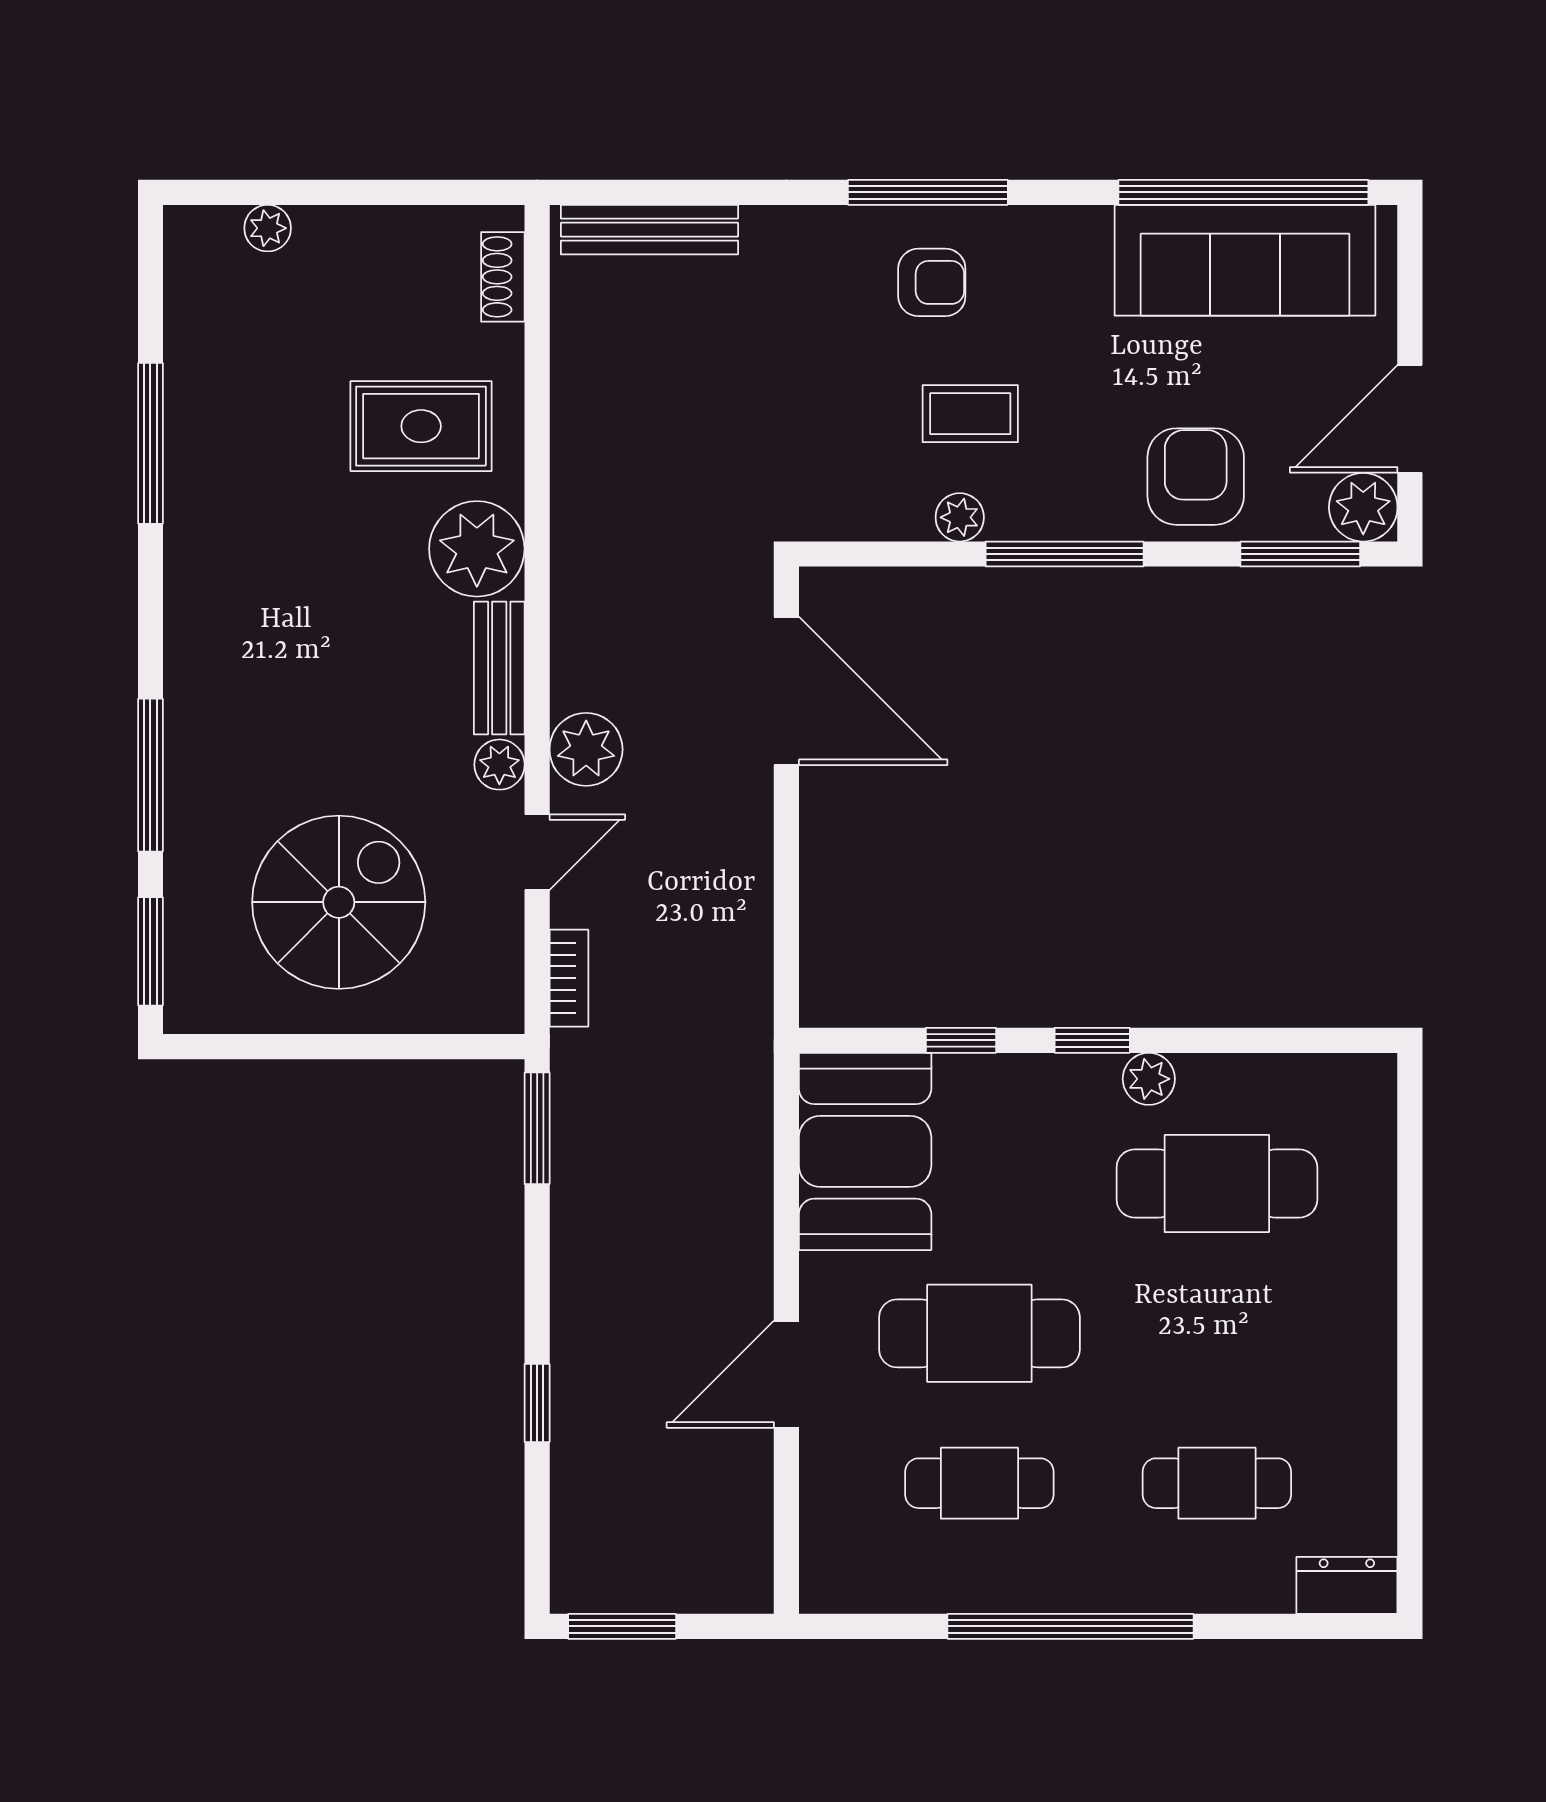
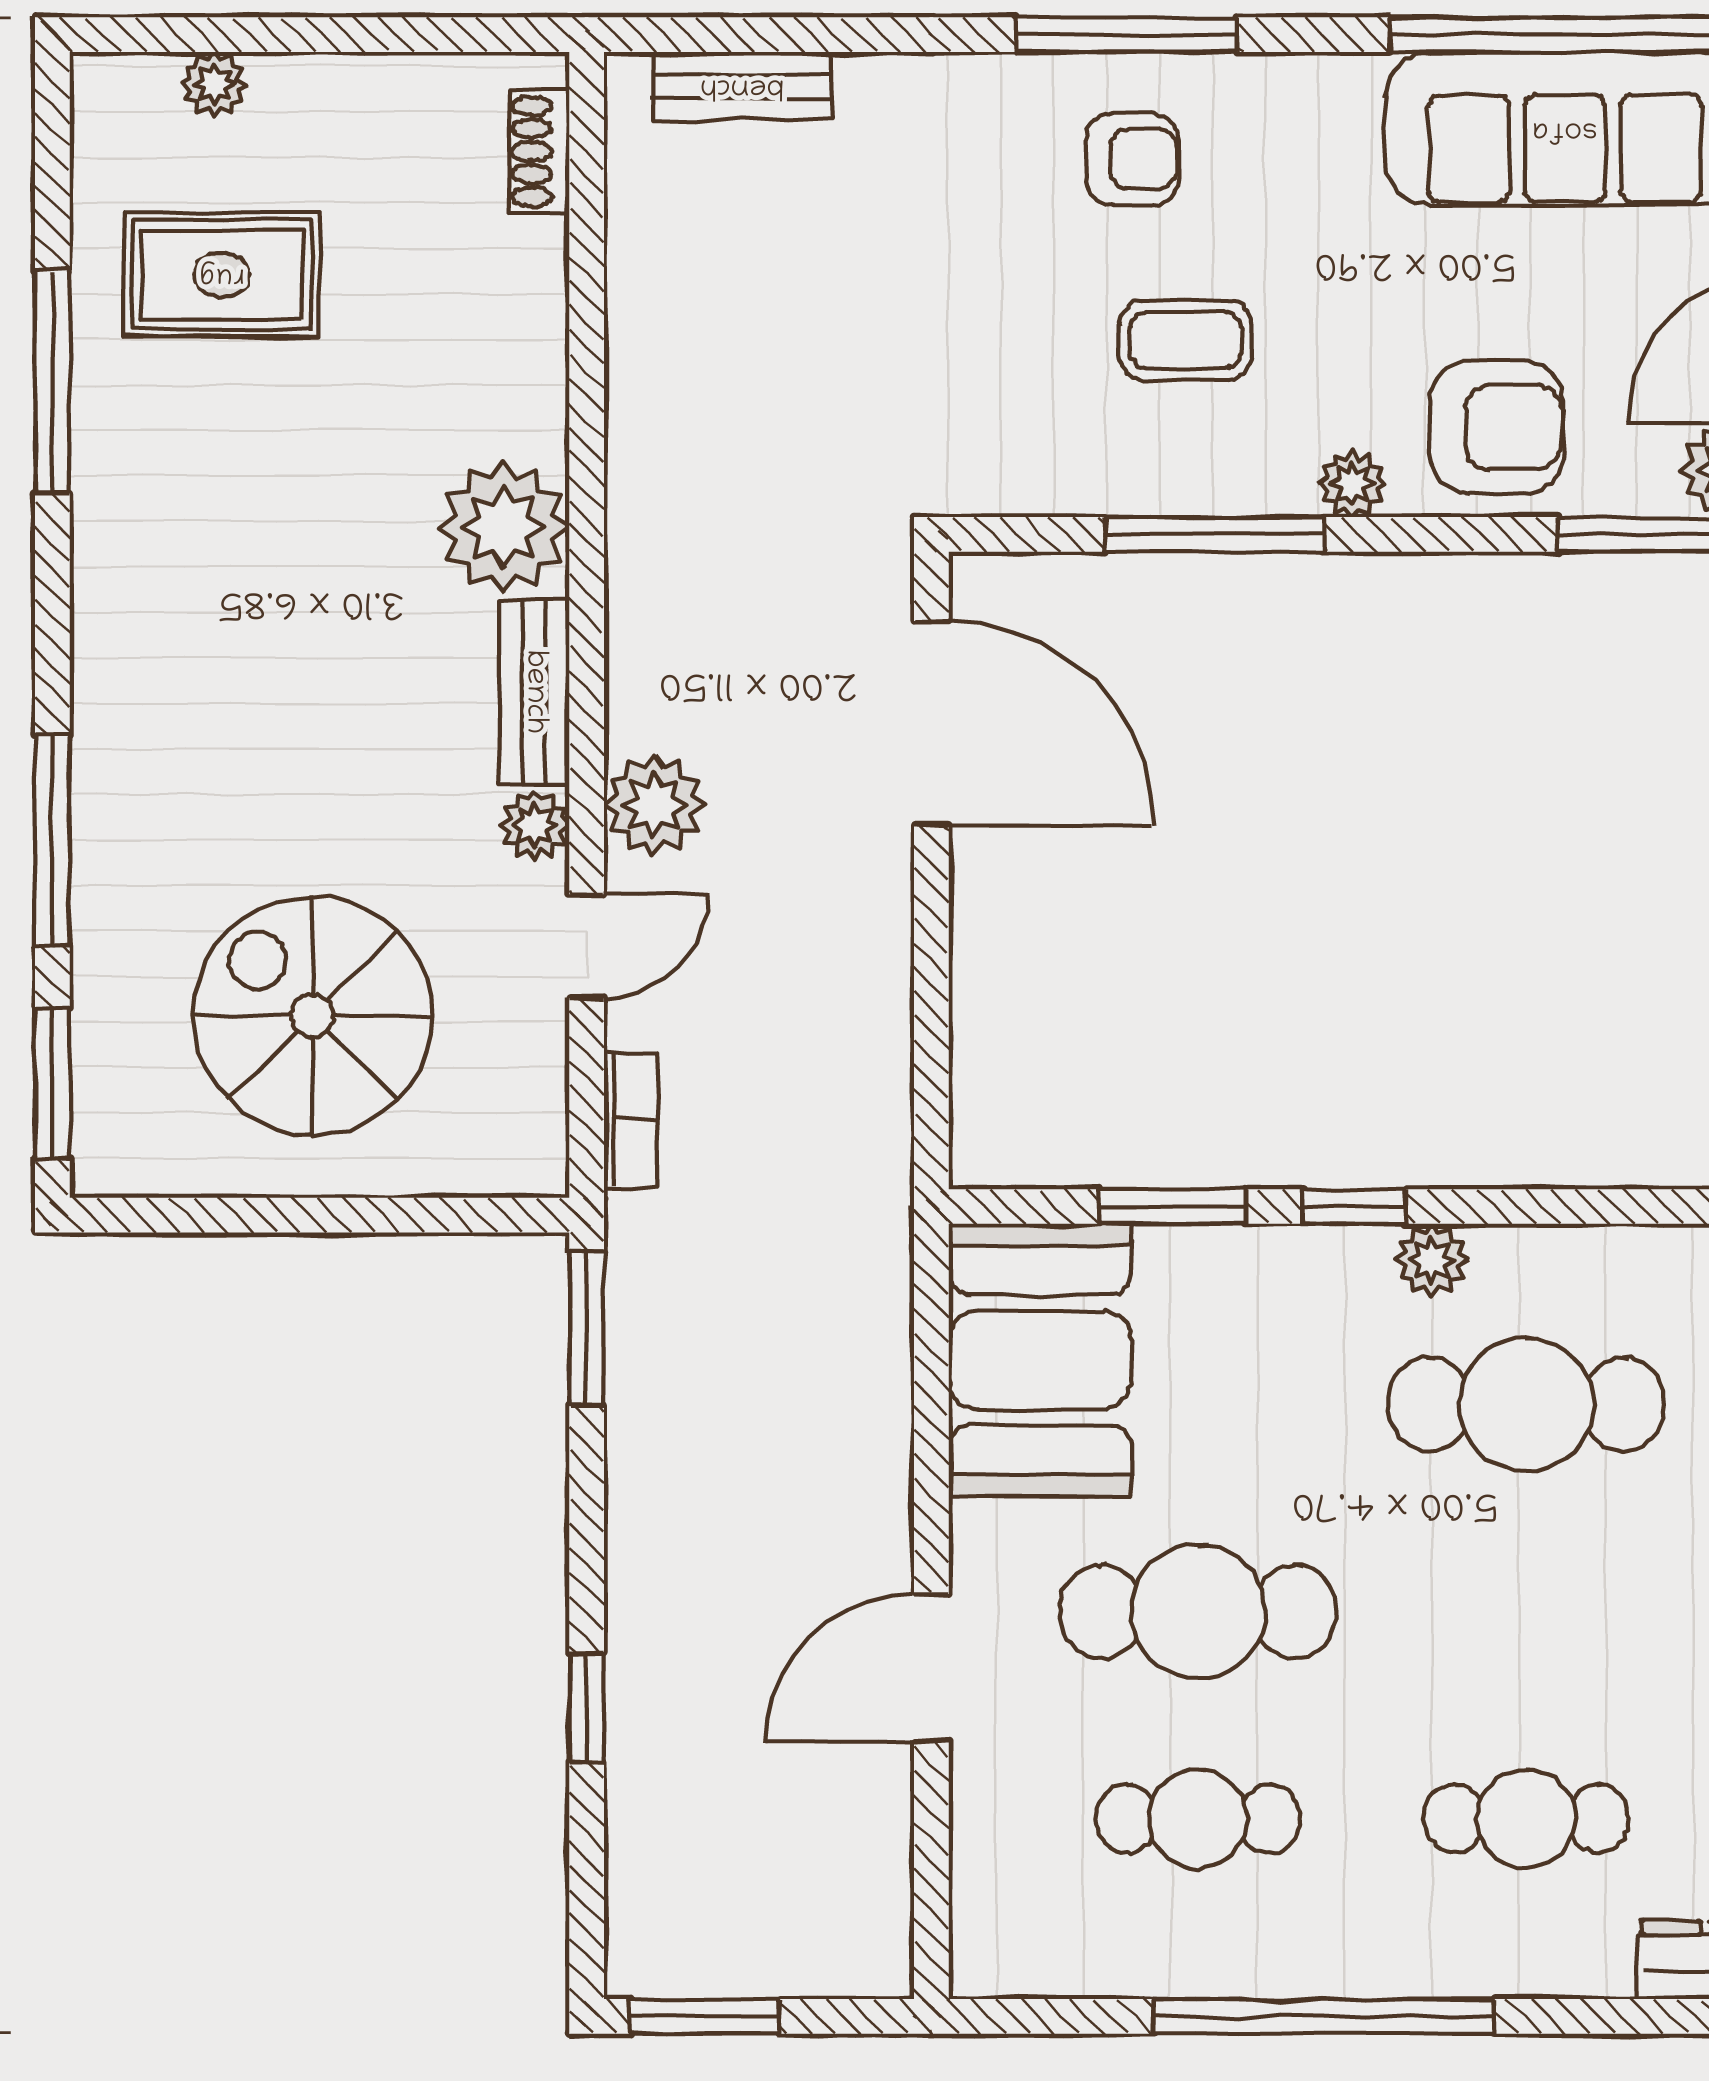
bench: (649, 230) -> (742, 86), width x0.73
rug: (421, 426) -> (222, 275), moved
armchair: (1196, 477) -> (1497, 427), turned 90
plant: (960, 517) -> (1353, 484), moved
window: (1065, 554) -> (1215, 534), moved
spiral stairs: (339, 902) -> (313, 1016), turned -90
window: (961, 1040) -> (1172, 1207), width x1.50

